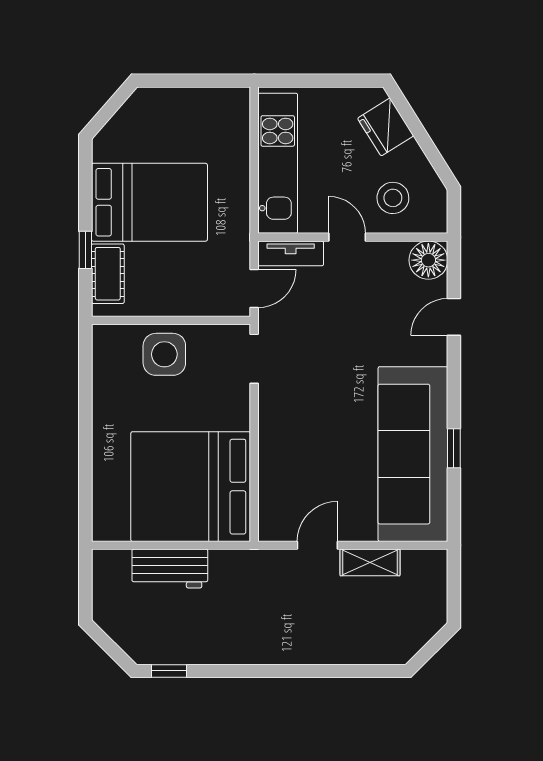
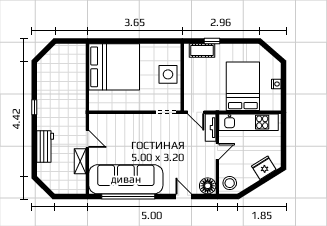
nightstand: (187, 98) -> (276, 84), added
stool: (393, 198) -> (230, 183), moved
bed: (149, 202) -> (243, 86), moved, turned 180
window: (454, 448) -> (128, 197), width x3.17
bed: (191, 487) -> (114, 67), moved, turned 90
workbench: (170, 569) -> (45, 146), moved, turned 180
window: (169, 671) -> (34, 107), moved

